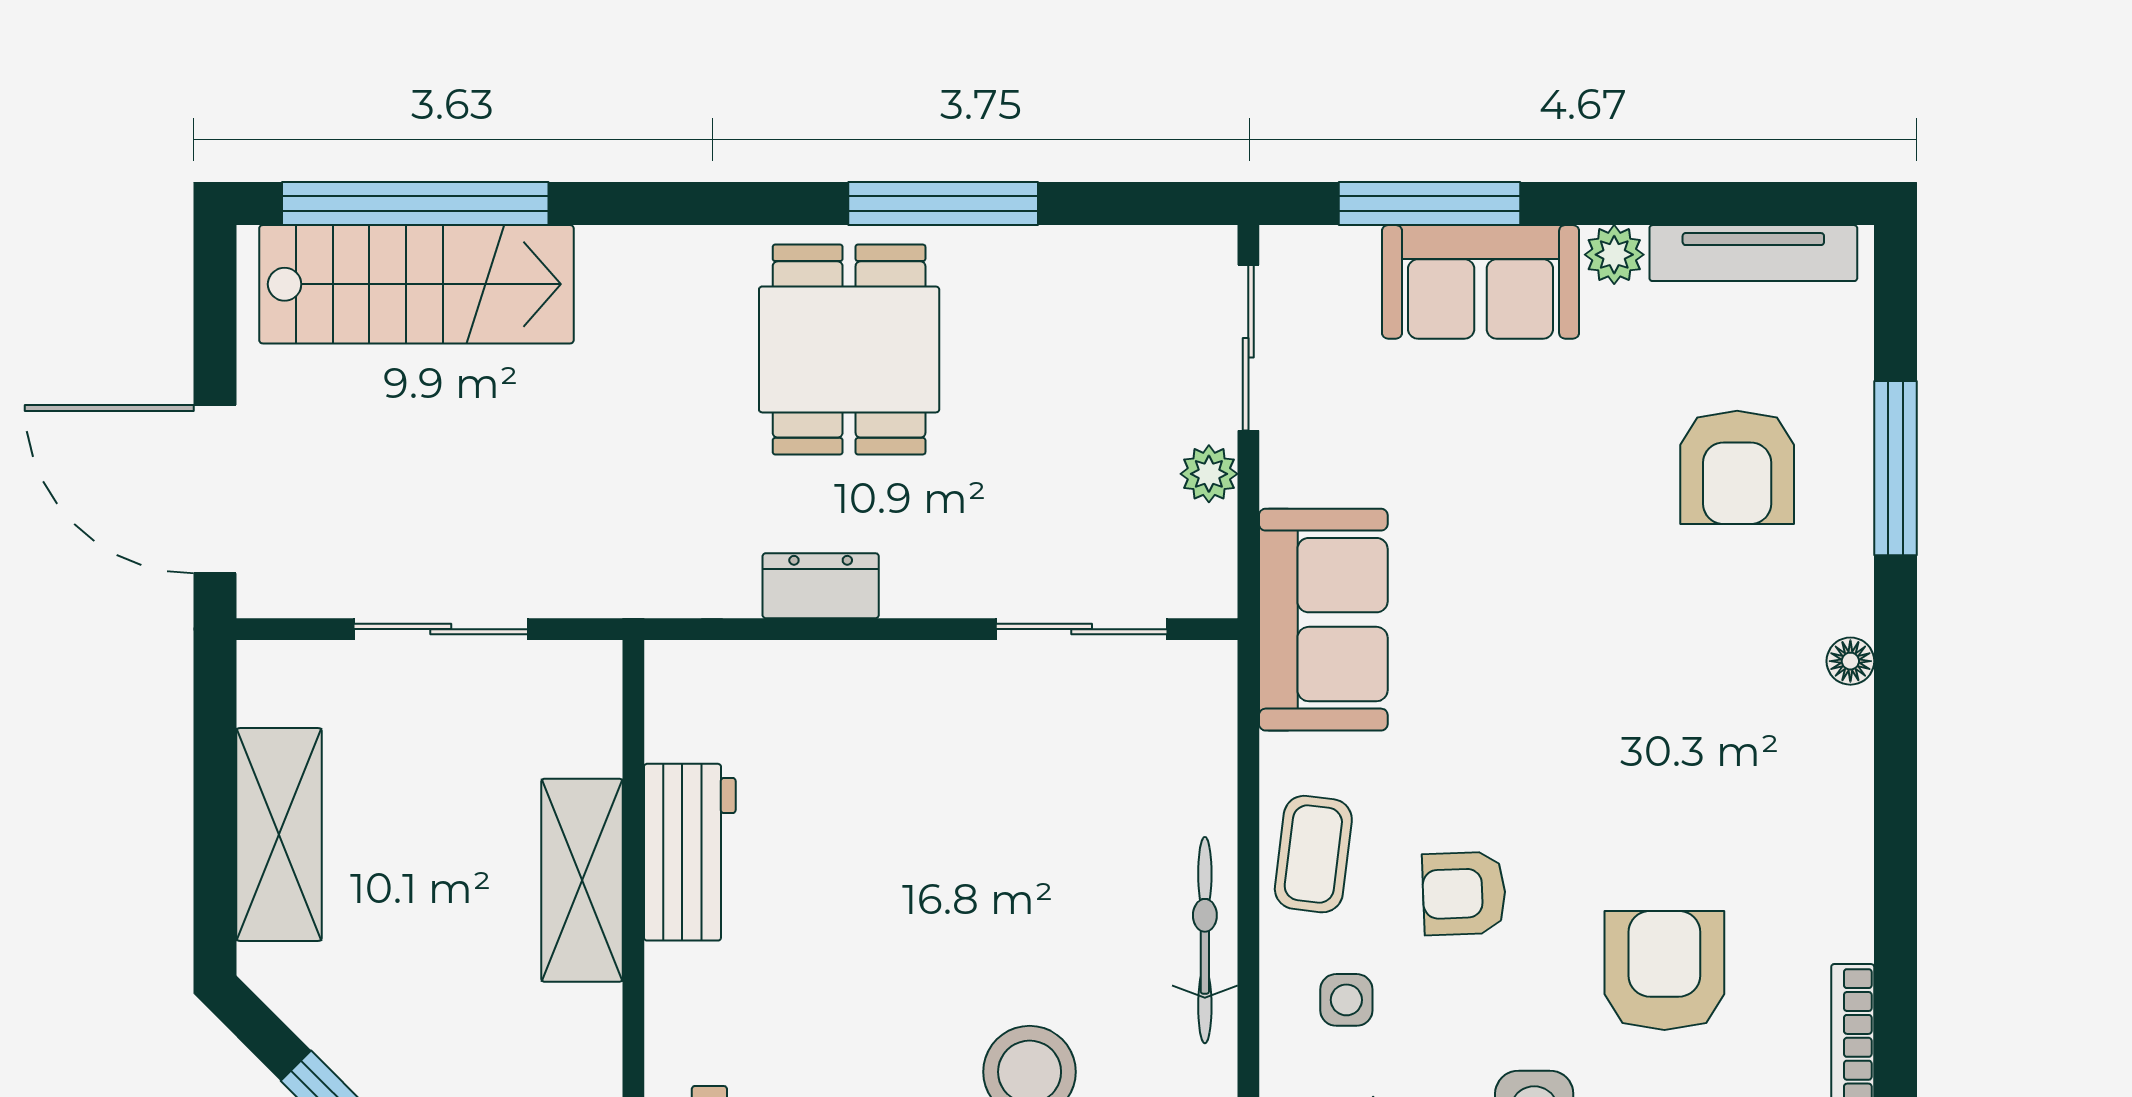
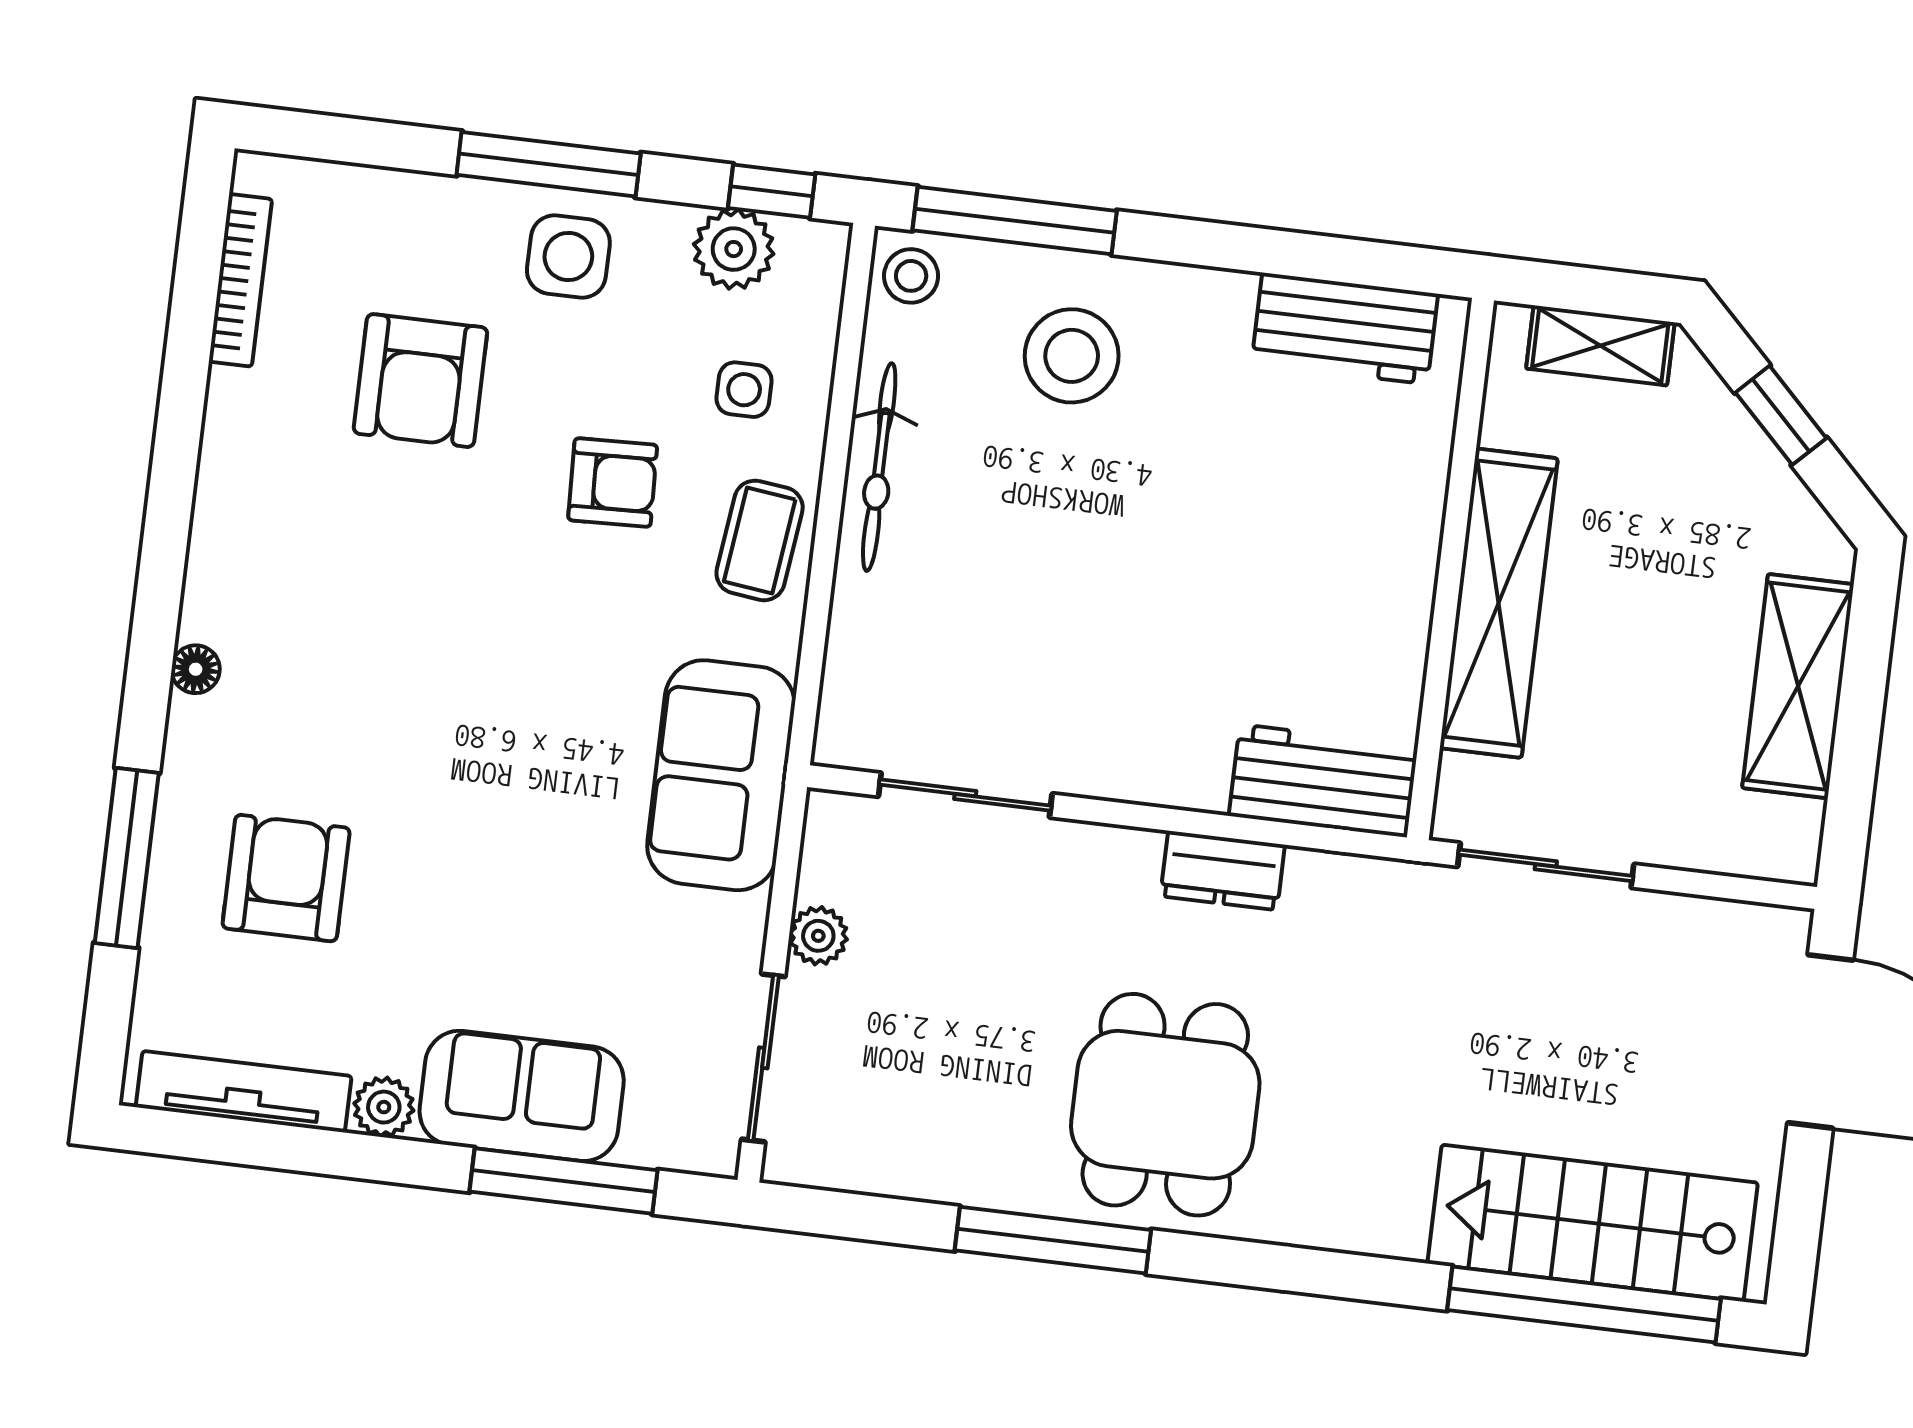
sliding door: (441, 629) -> (1546, 865), moved
workbench: (690, 852) -> (1323, 781), moved, turned 90
shelving: (582, 880) -> (1499, 603), width x1.47

